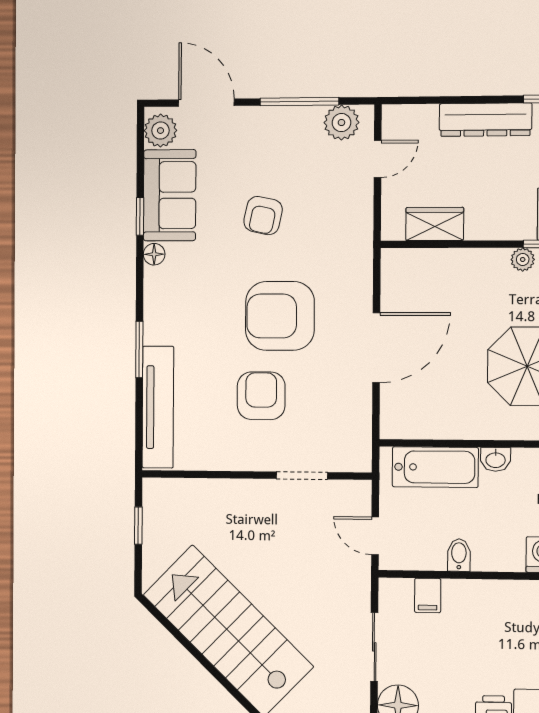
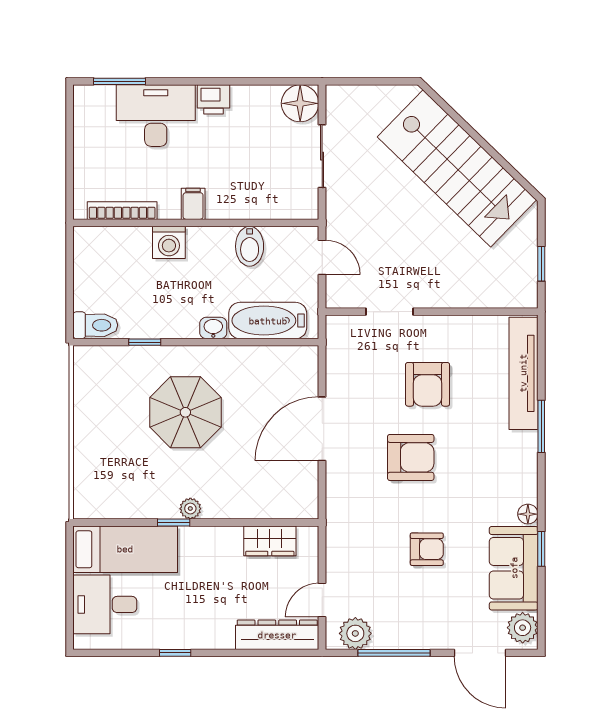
dresser: (485, 120) -> (277, 635), moved
armchair: (263, 216) -> (427, 549), turned 78
armchair: (280, 316) -> (411, 457), width x0.73, depth x0.73
bidet: (459, 555) -> (250, 246), width x1.38, depth x1.36
filing cabinet: (428, 595) -> (193, 204), moved

